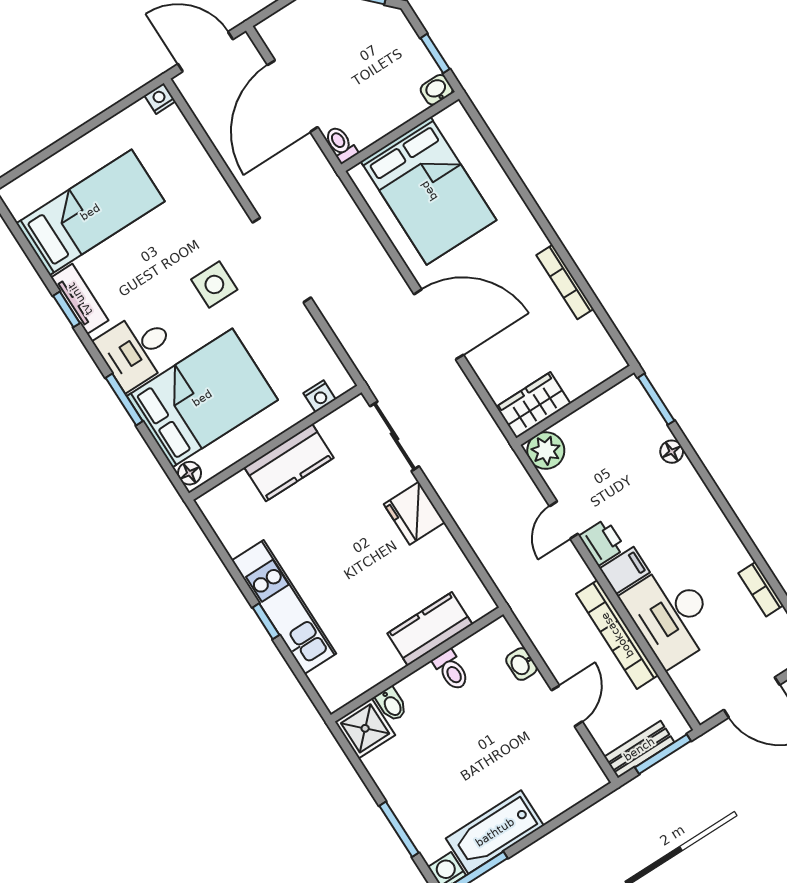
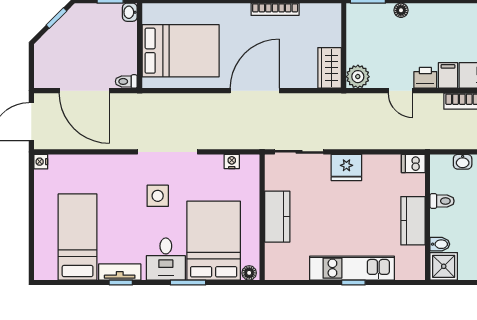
nightstand: (320, 396) -> (232, 161), moved, turned -90
dishwasher: (477, 599) -> (413, 163), added
kitchen counter: (430, 629) -> (413, 221), moved

